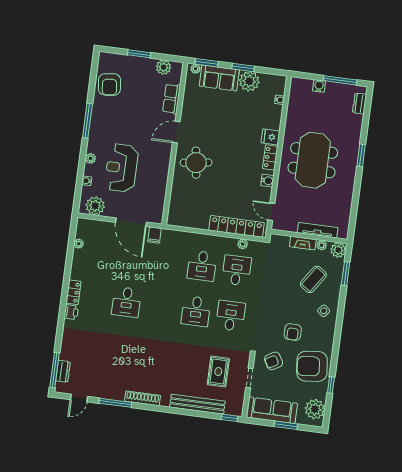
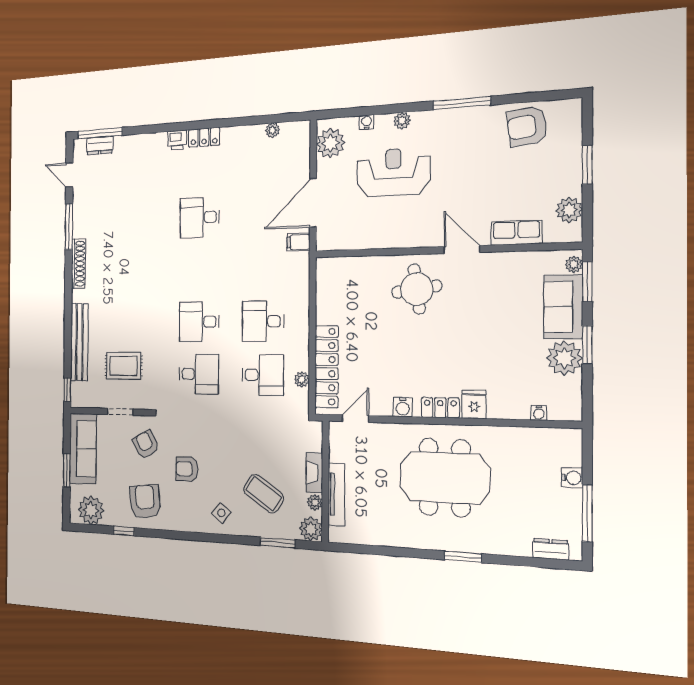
armchair: (312, 366) -> (145, 501), width x0.73, depth x0.73

